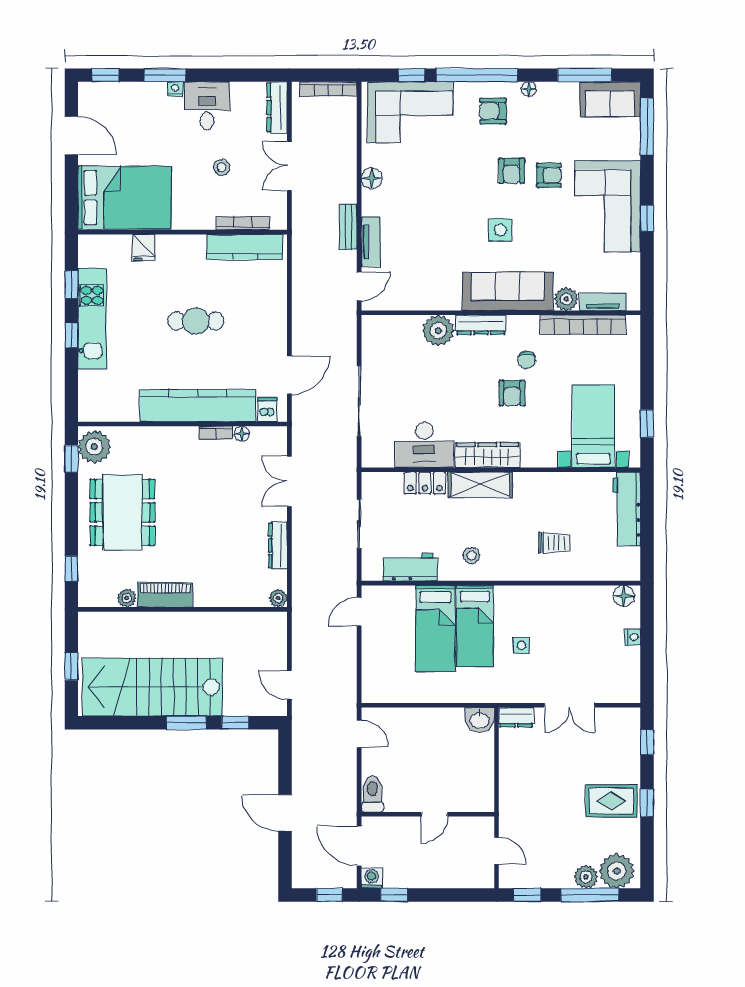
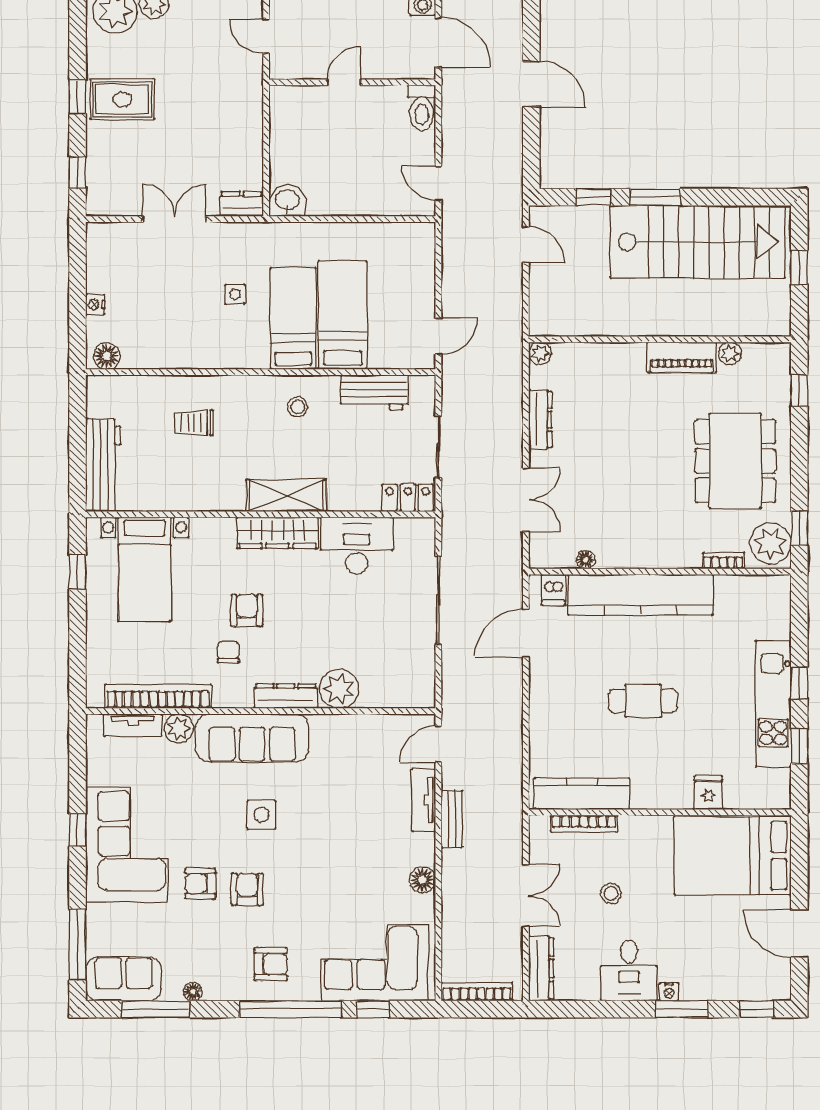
floor lamp: (529, 89) -> (193, 992), moved
bookcase: (216, 433) -> (723, 561), moved
locker: (425, 483) -> (408, 498), moved

